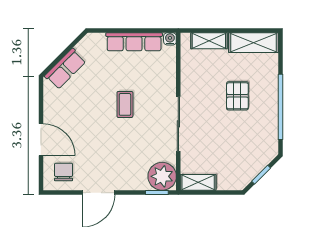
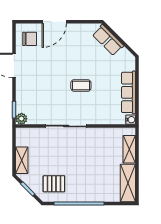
pallet: (237, 96) -> (54, 184), moved
plant: (162, 176) -> (21, 119), width x0.53, depth x0.53
shelving: (198, 182) -> (22, 160), moved

